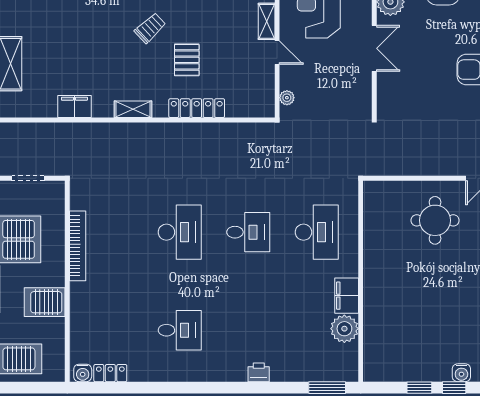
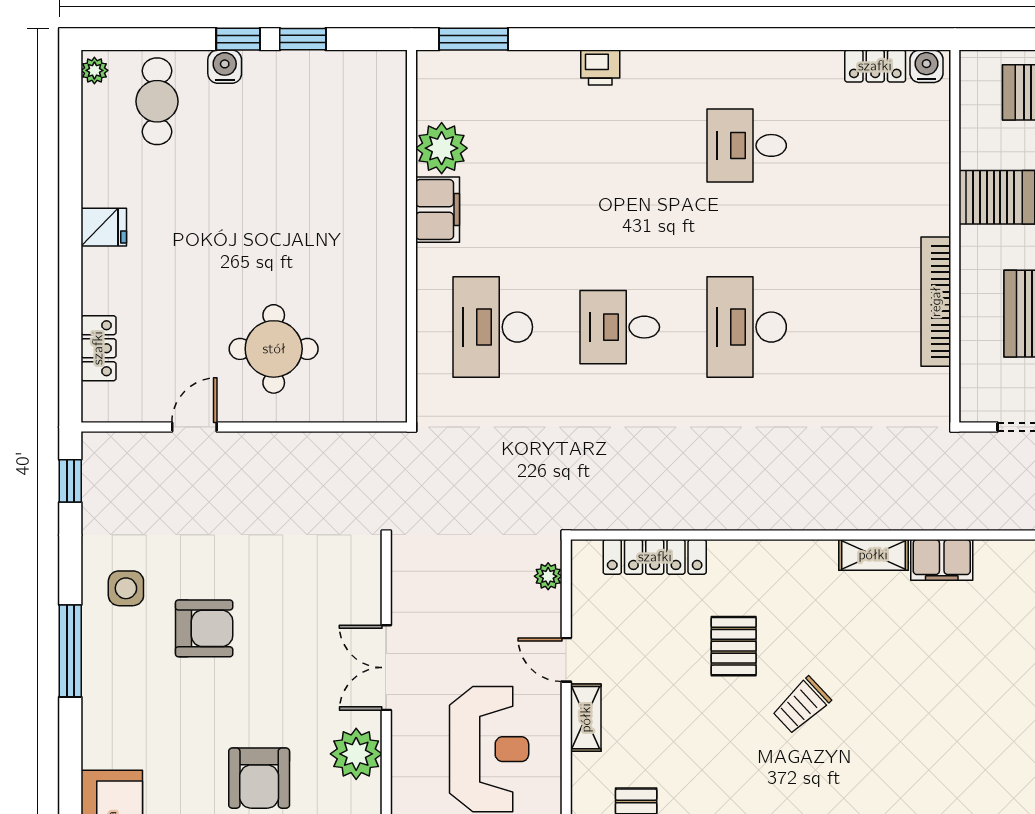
locker: (197, 108) -> (655, 557), moved
shelving: (133, 109) -> (873, 555), moved

